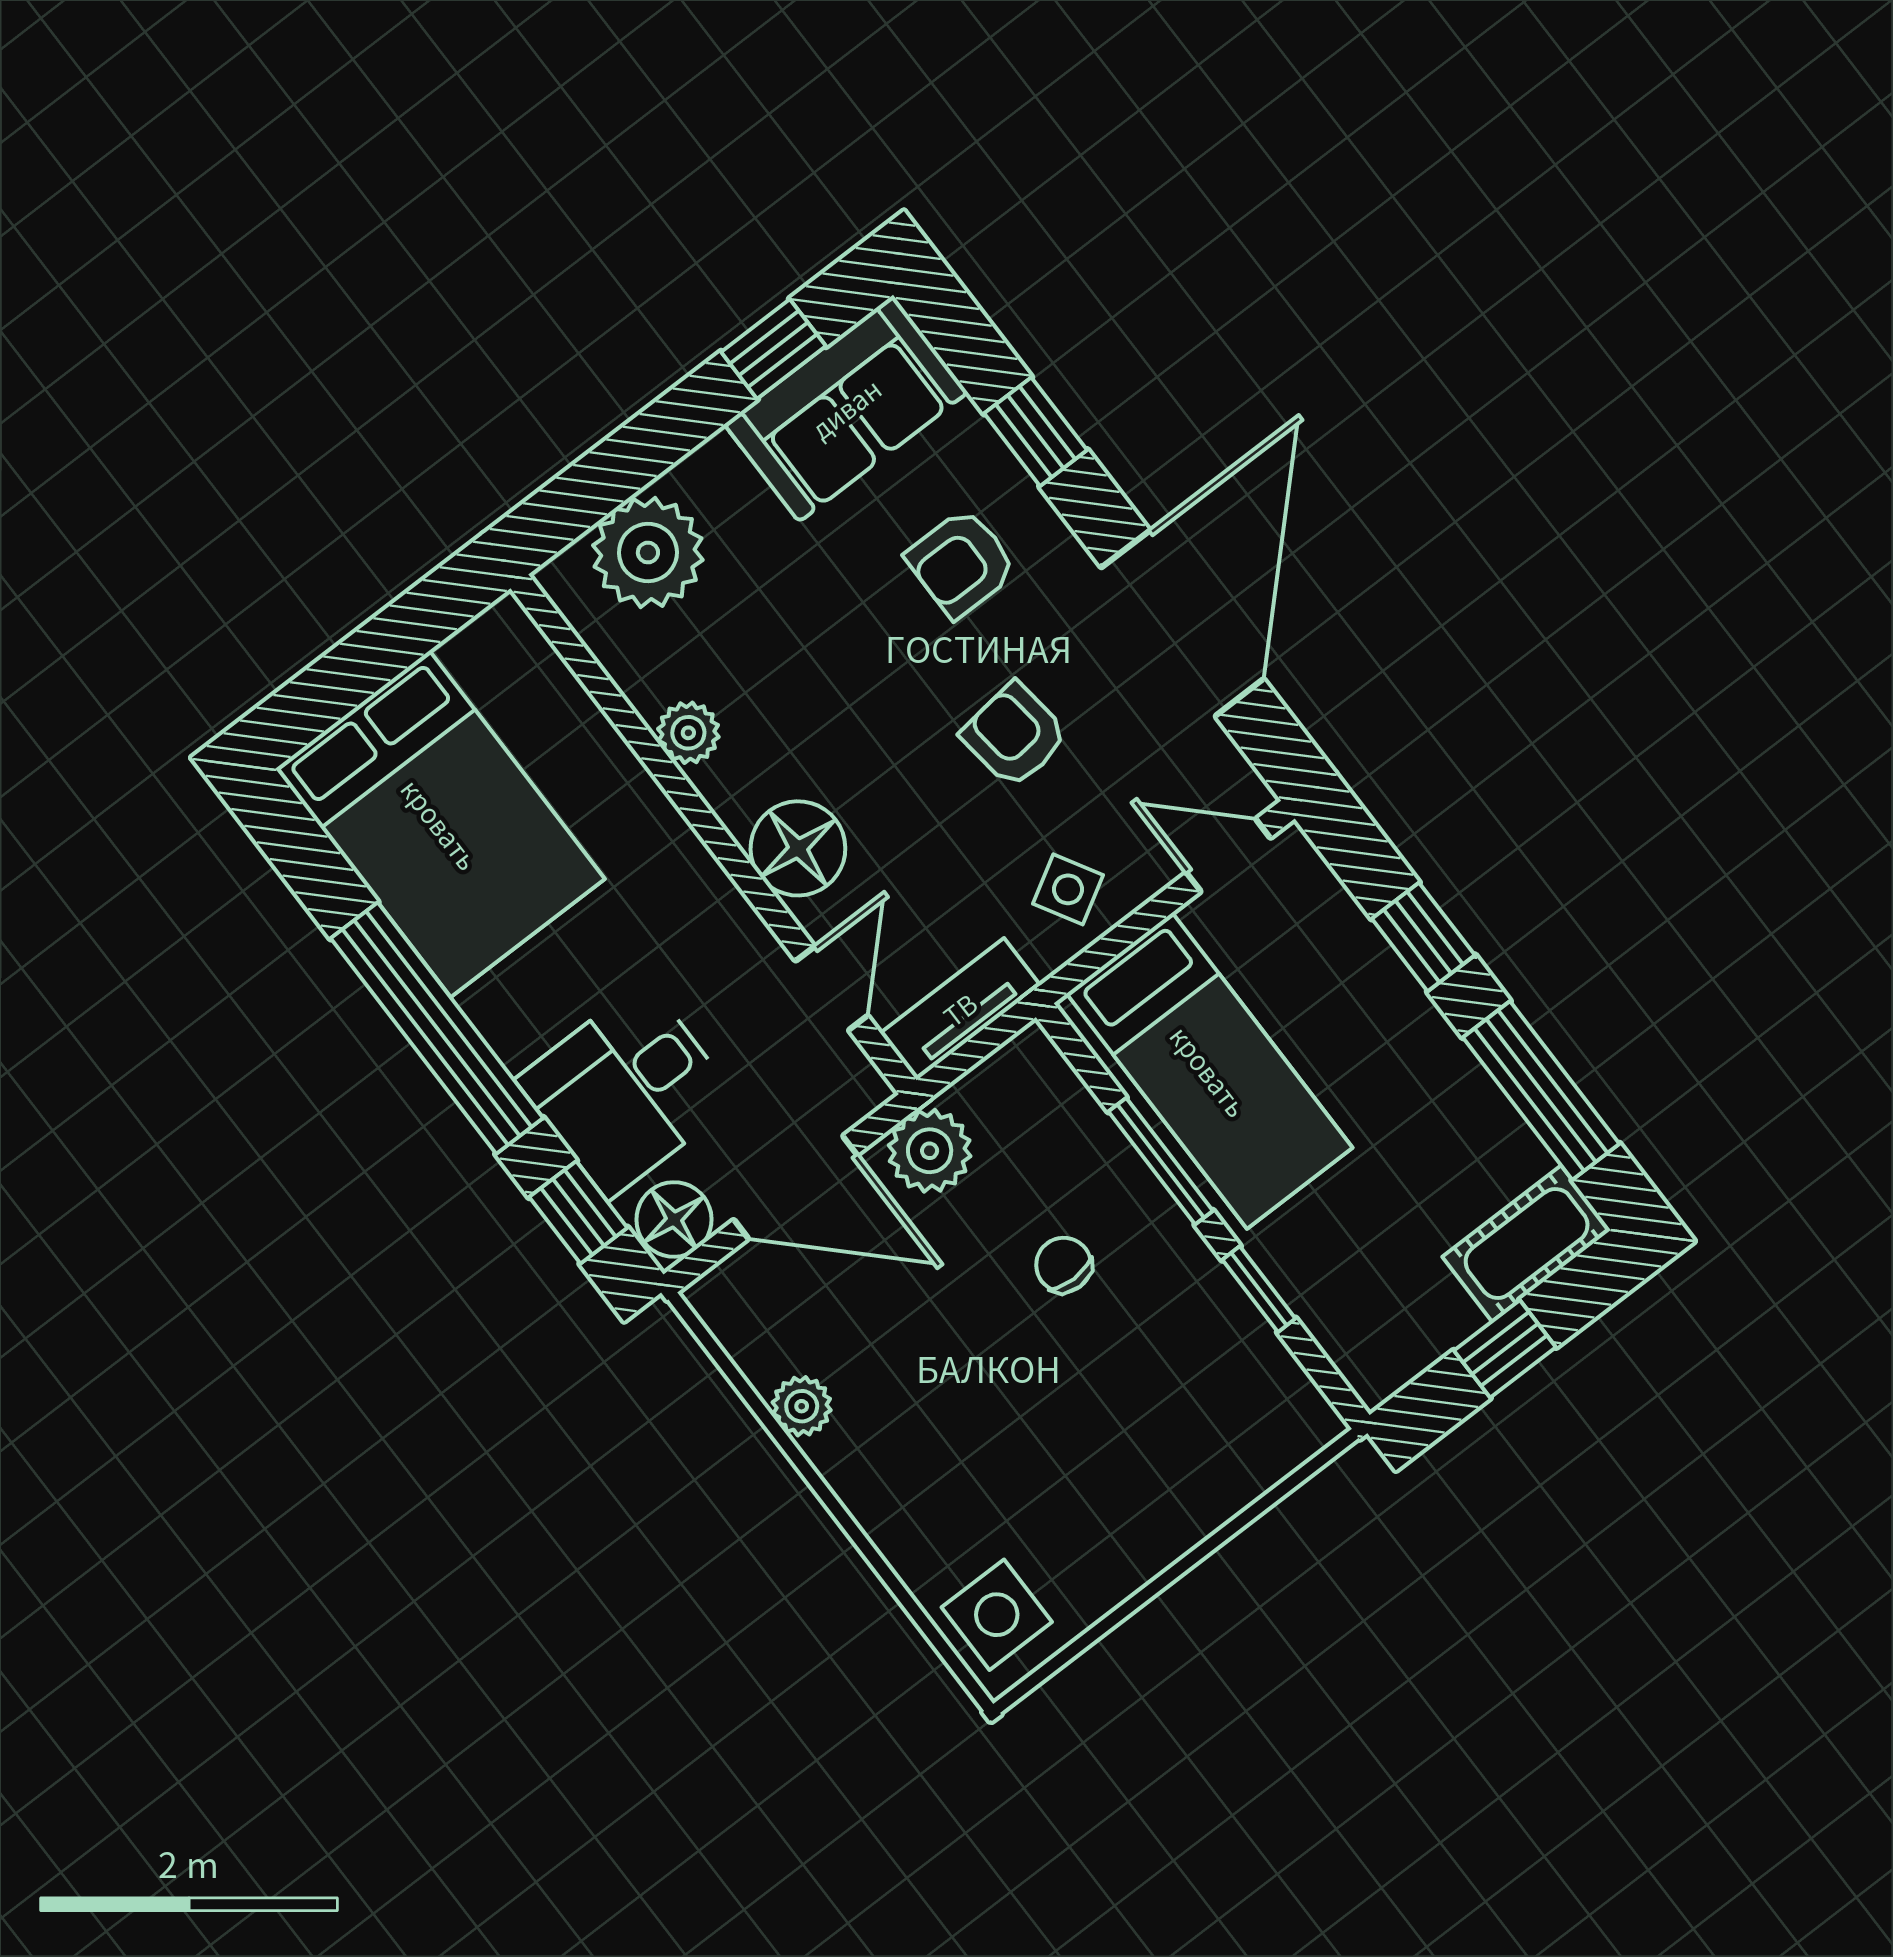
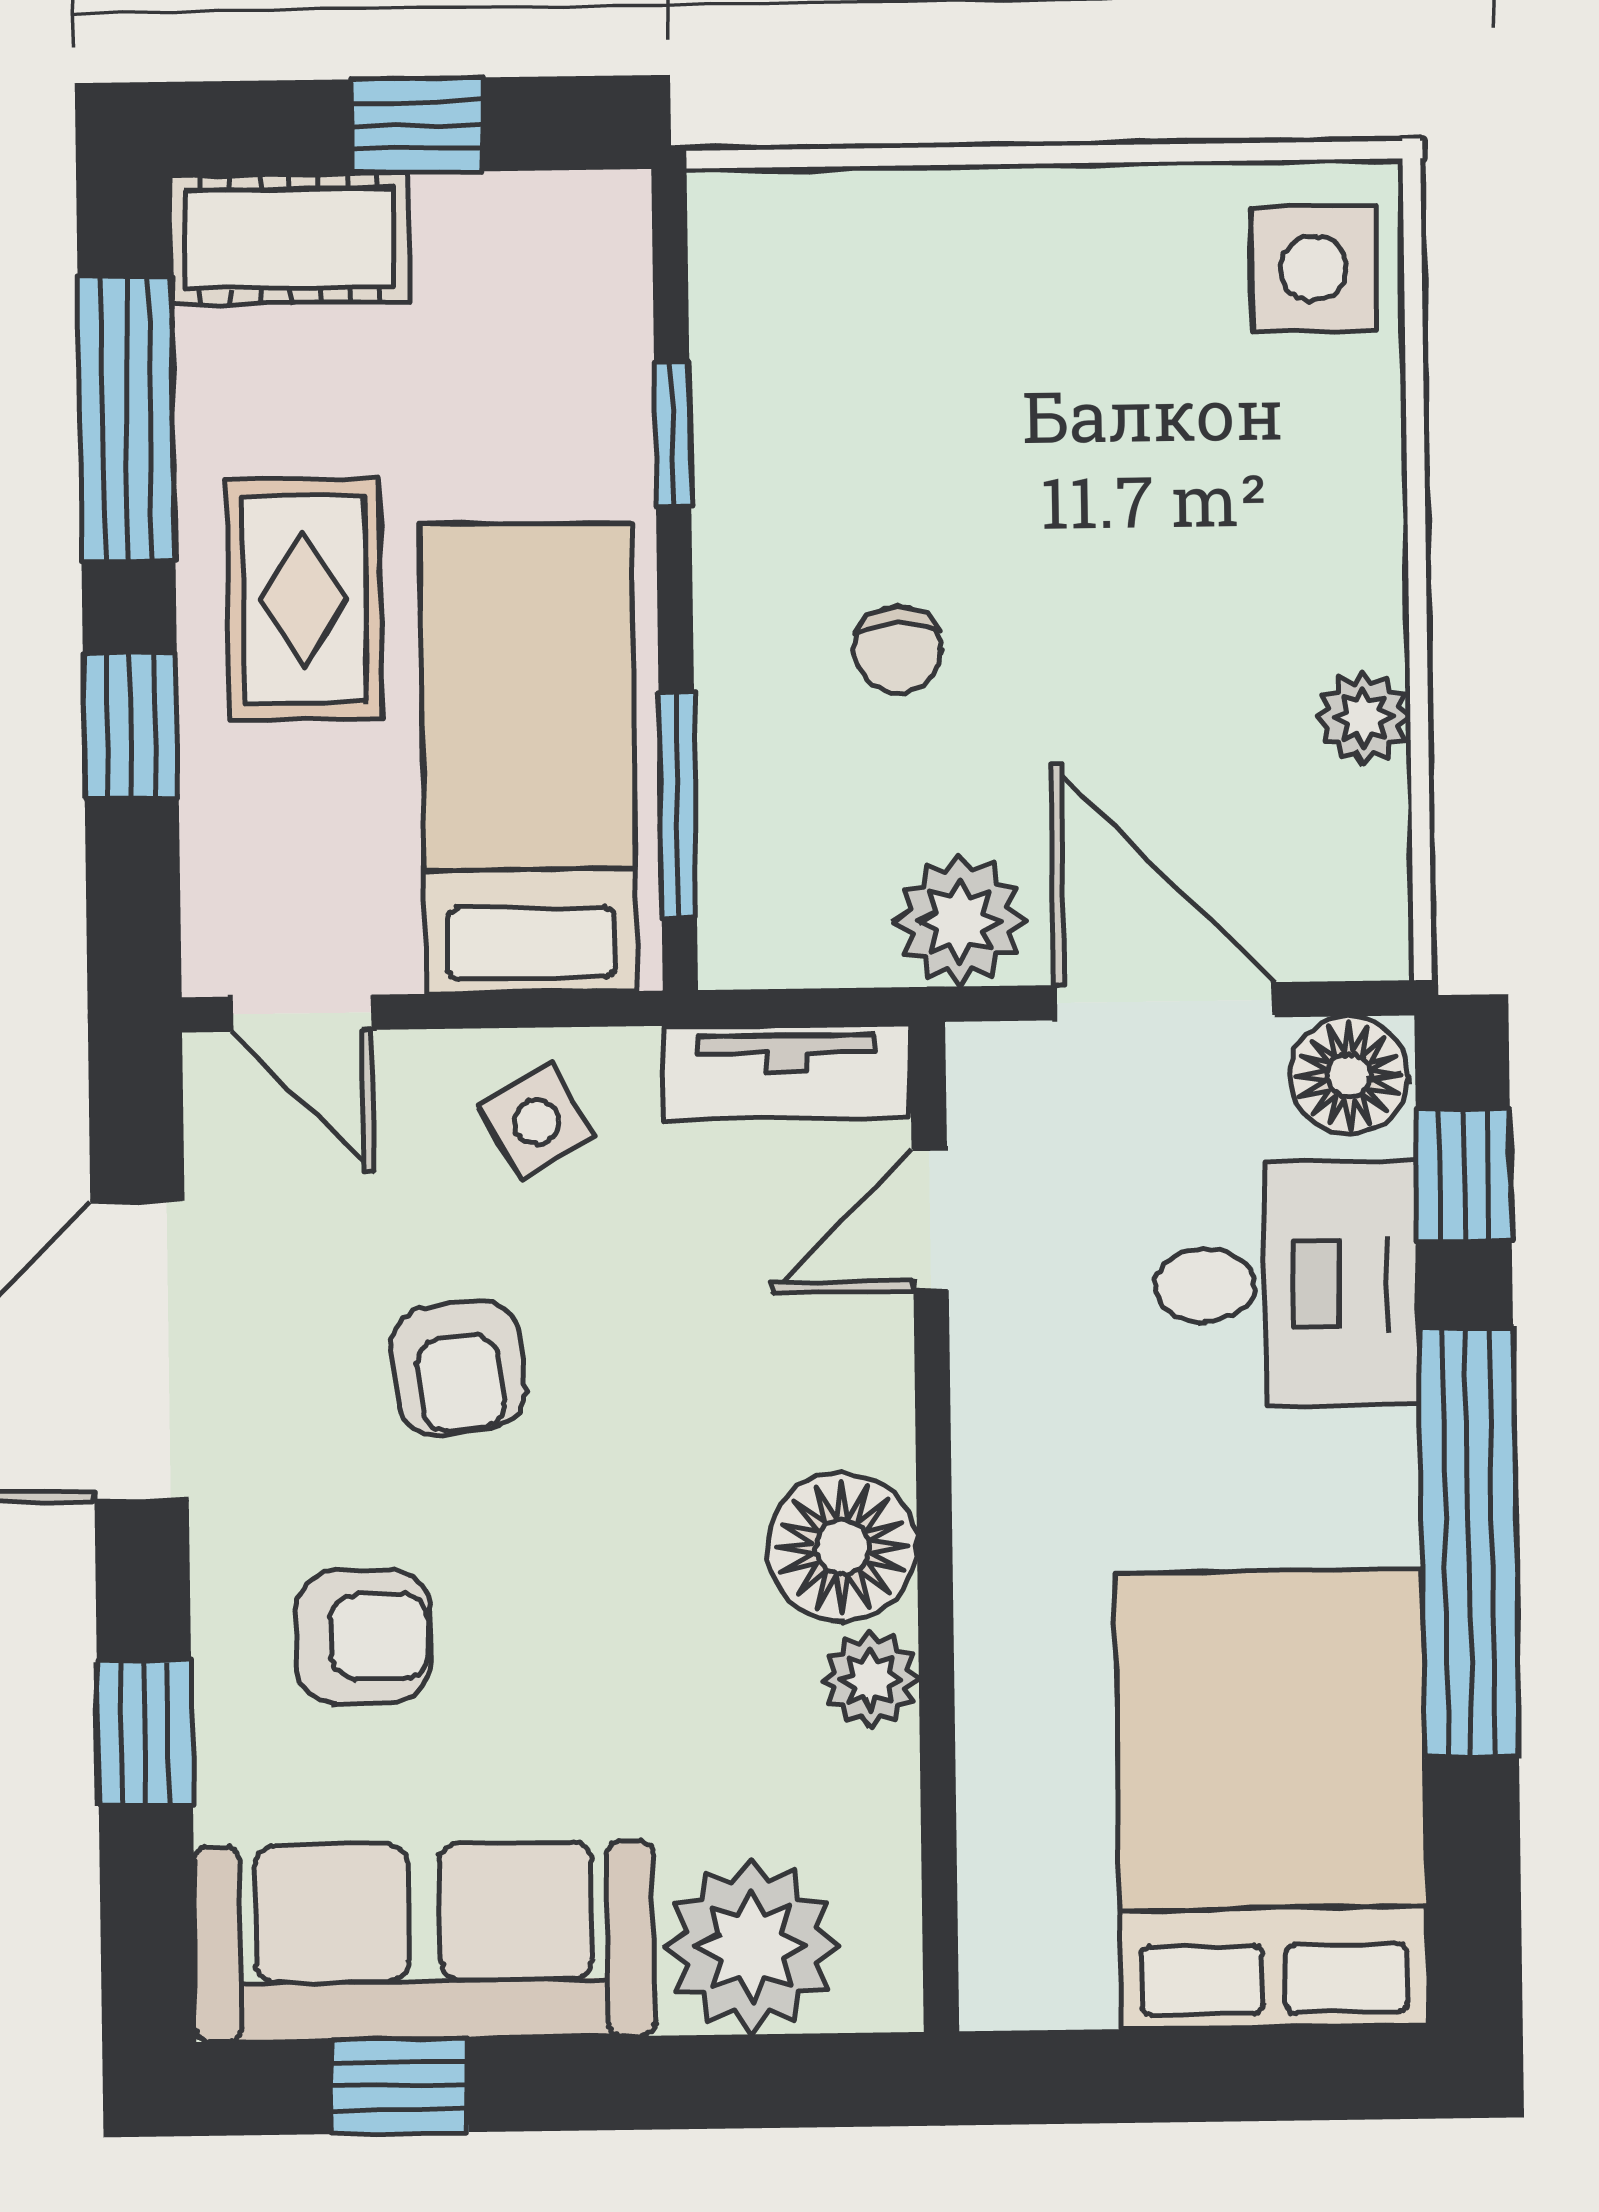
sofa: (846, 408) -> (424, 1941), width x1.36
floor lamp: (798, 848) -> (842, 1547), moved
rug: (1383, 1066) -> (304, 599), added
window: (1161, 1161) -> (678, 805), moved

